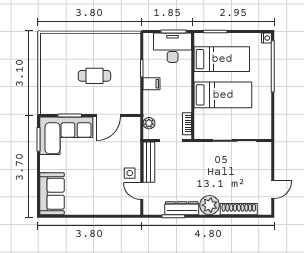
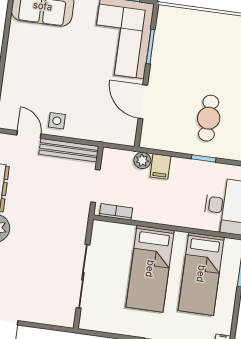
cafe table: (94, 76) -> (209, 118), moved
filing cabinet: (151, 84) -> (160, 166), moved
plant: (149, 123) -> (142, 160), moved
door: (142, 191) -> (29, 134), hinge flipped

